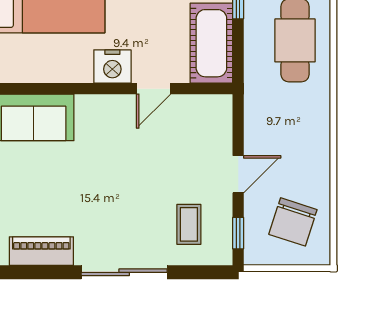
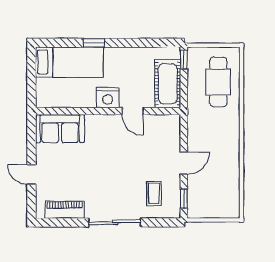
door: (154, 89) -> (133, 111), hinge flipped
chair: (293, 222) -> (217, 192), removed

